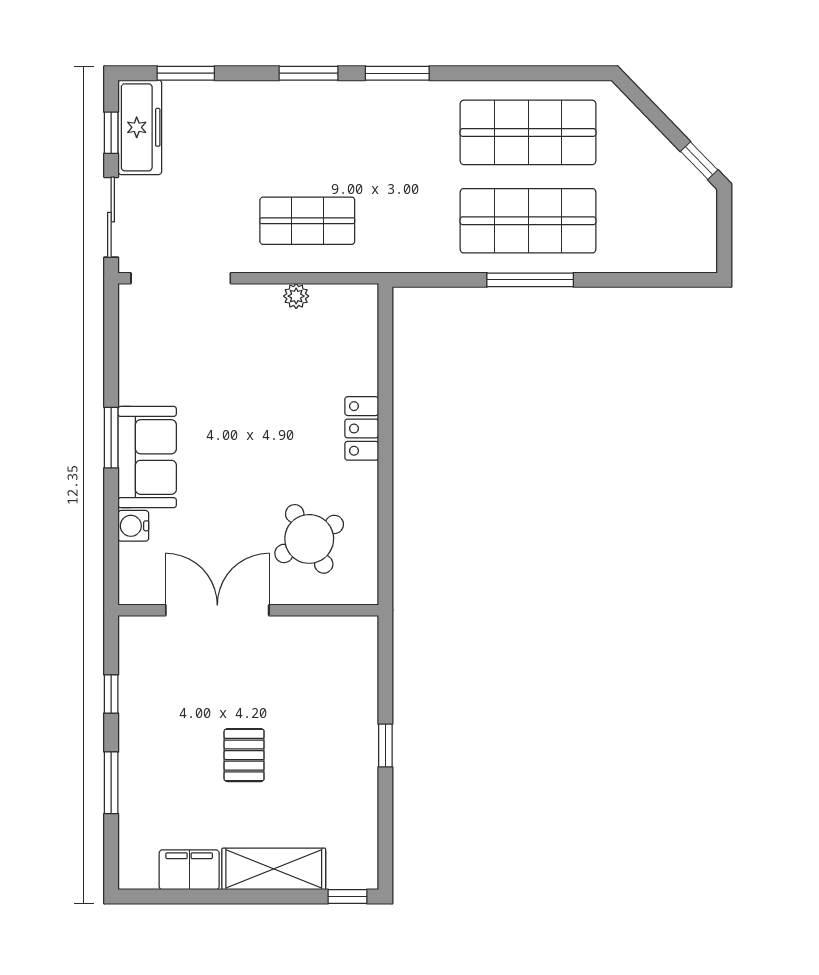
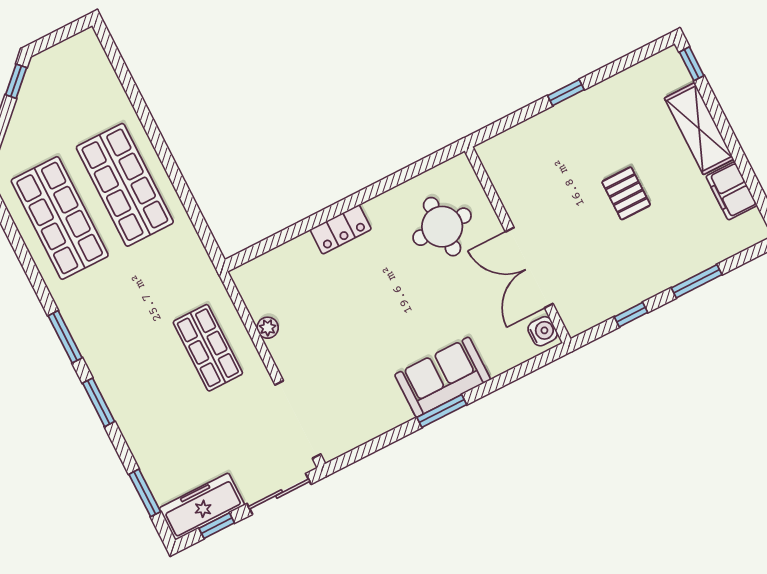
window: (530, 280) -> (168, 161), removed
water cooler: (133, 526) -> (543, 331), moved, turned -90
round table: (309, 539) -> (442, 227), turned 30
pallet: (244, 755) -> (626, 193), turned 90

